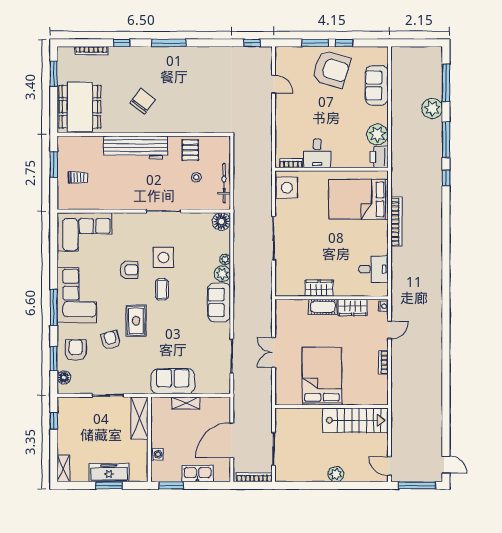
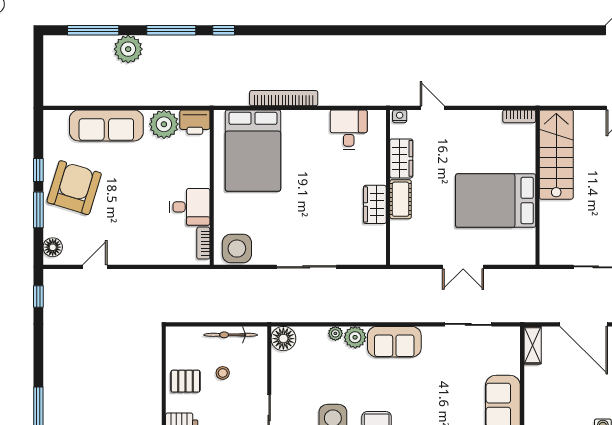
floor lamp: (288, 53) -> (53, 247), added
sofa: (377, 85) -> (106, 125), width x1.36
bookcase: (383, 362) -> (519, 116), moved
shelving: (186, 403) -> (533, 345), moved

